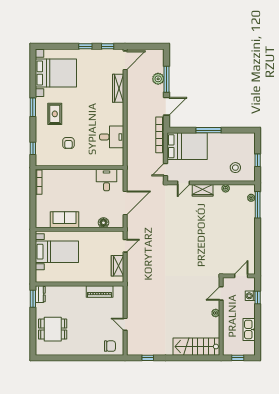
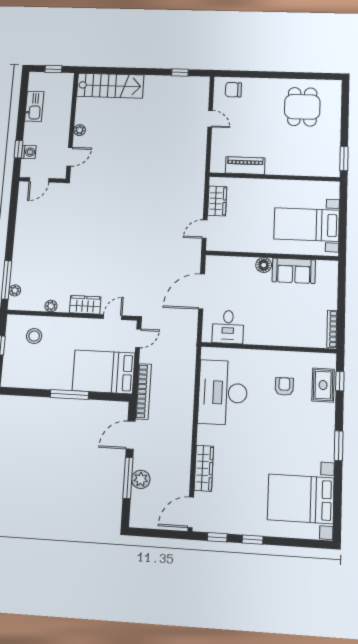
rug: (55, 114) -> (323, 385), moved
desk: (112, 137) -> (223, 393), width x1.87, depth x1.30
floor lamp: (103, 223) -> (264, 265), moved
dresser: (40, 294) -> (333, 165), removed
dining table: (53, 329) -> (302, 107), moved, turned 90

